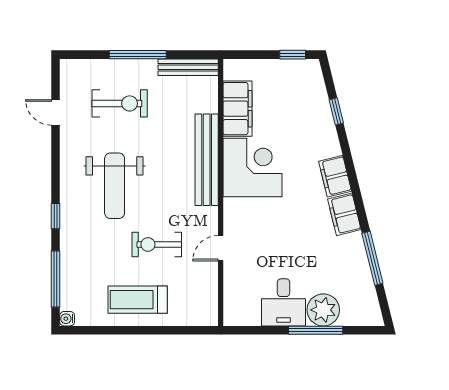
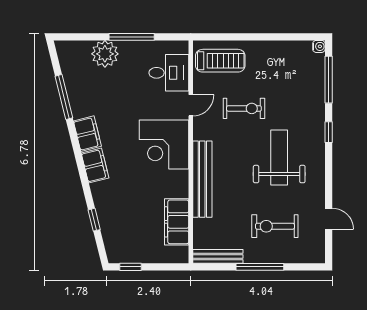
corner desk: (253, 168) -> (164, 145), moved
treadmill: (138, 300) -> (220, 61), moved
desk: (284, 302) -> (169, 73), moved, turned 90
window: (316, 330) -> (132, 37), moved

